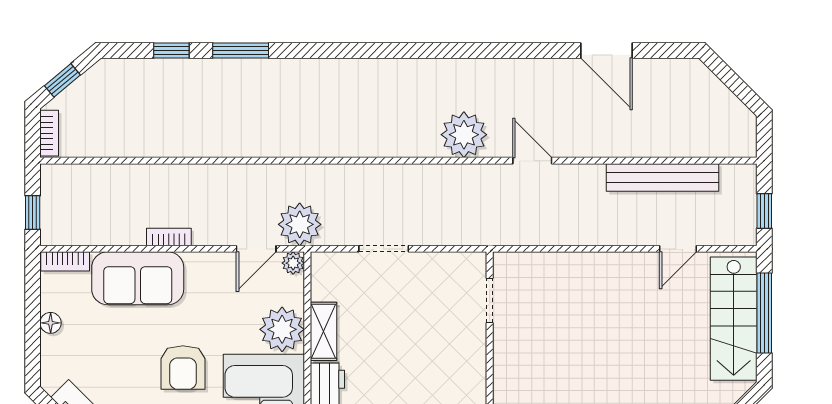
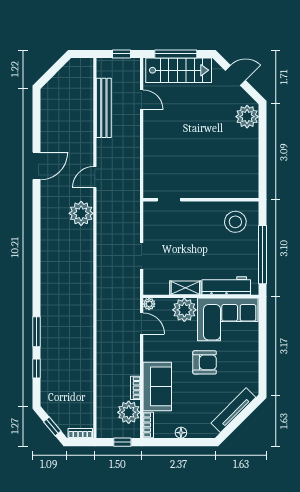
door: (607, 50) -> (36, 166), moved
plant: (300, 224) -> (129, 412), moved
bookcase: (169, 237) -> (135, 388), moved

